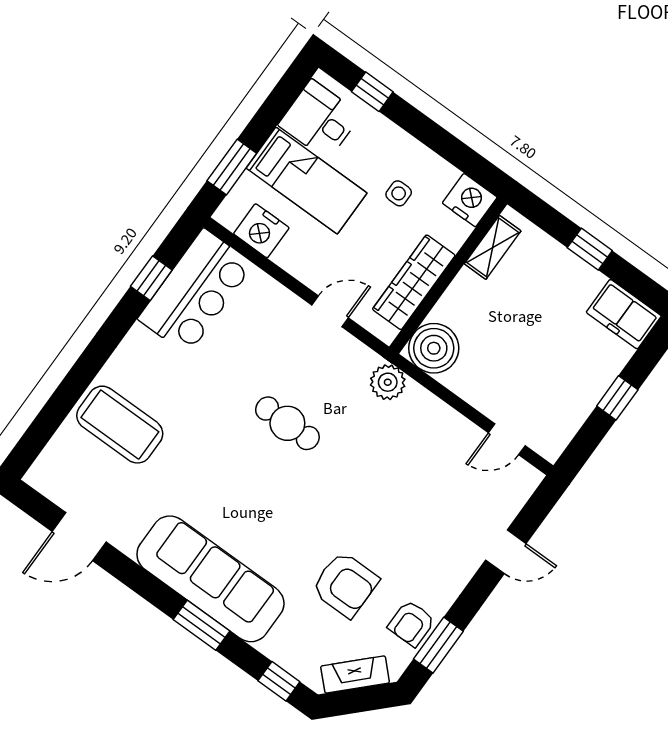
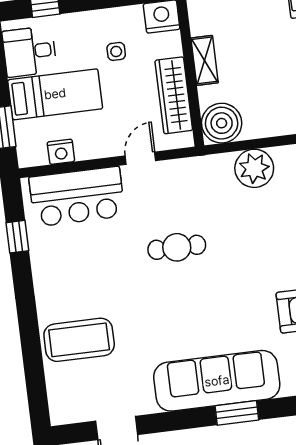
nightstand: (261, 231) -> (61, 152), width x0.74, depth x0.75
shelving: (493, 247) -> (205, 60), moved
bar counter: (196, 292) -> (77, 197), moved, turned 90
plant: (388, 382) -> (254, 168), moved, width x1.36, depth x1.36

